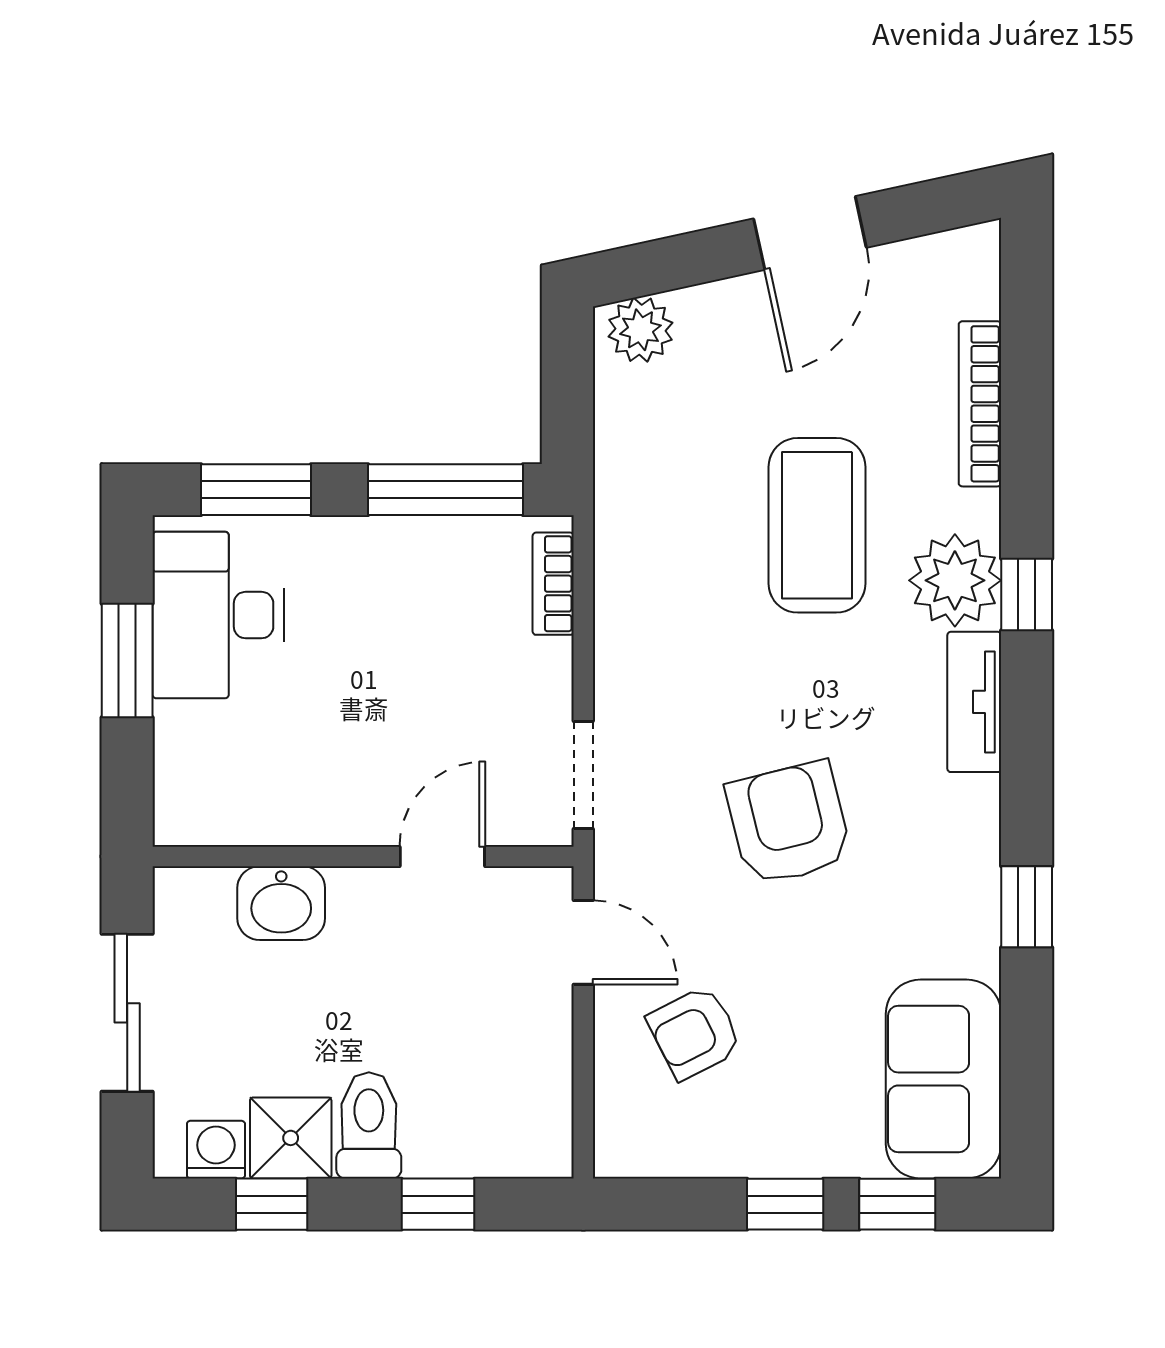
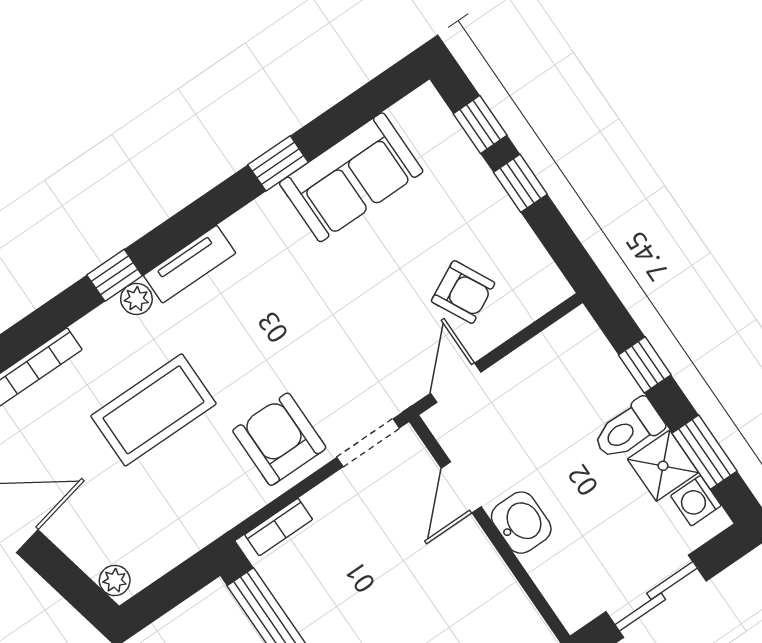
plant: (640, 330) -> (115, 580), width x0.73, depth x0.73
plant: (955, 580) -> (136, 299), width x0.53, depth x0.53
armchair: (789, 823) -> (279, 439), moved, turned 104
door: (442, 856) -> (461, 487), hinge flipped
washbasin: (281, 903) -> (521, 523), moved
sofa: (944, 1079) -> (351, 177), moved
window: (272, 1204) -> (704, 452), width x1.50

